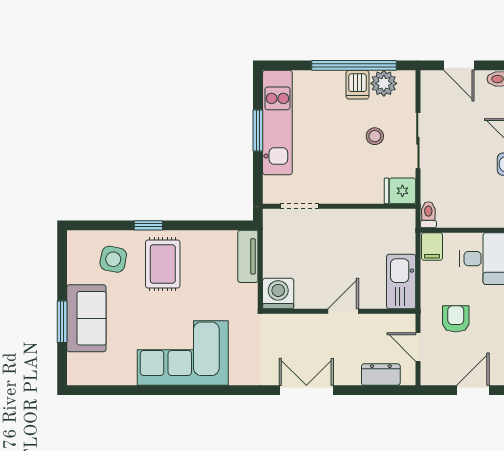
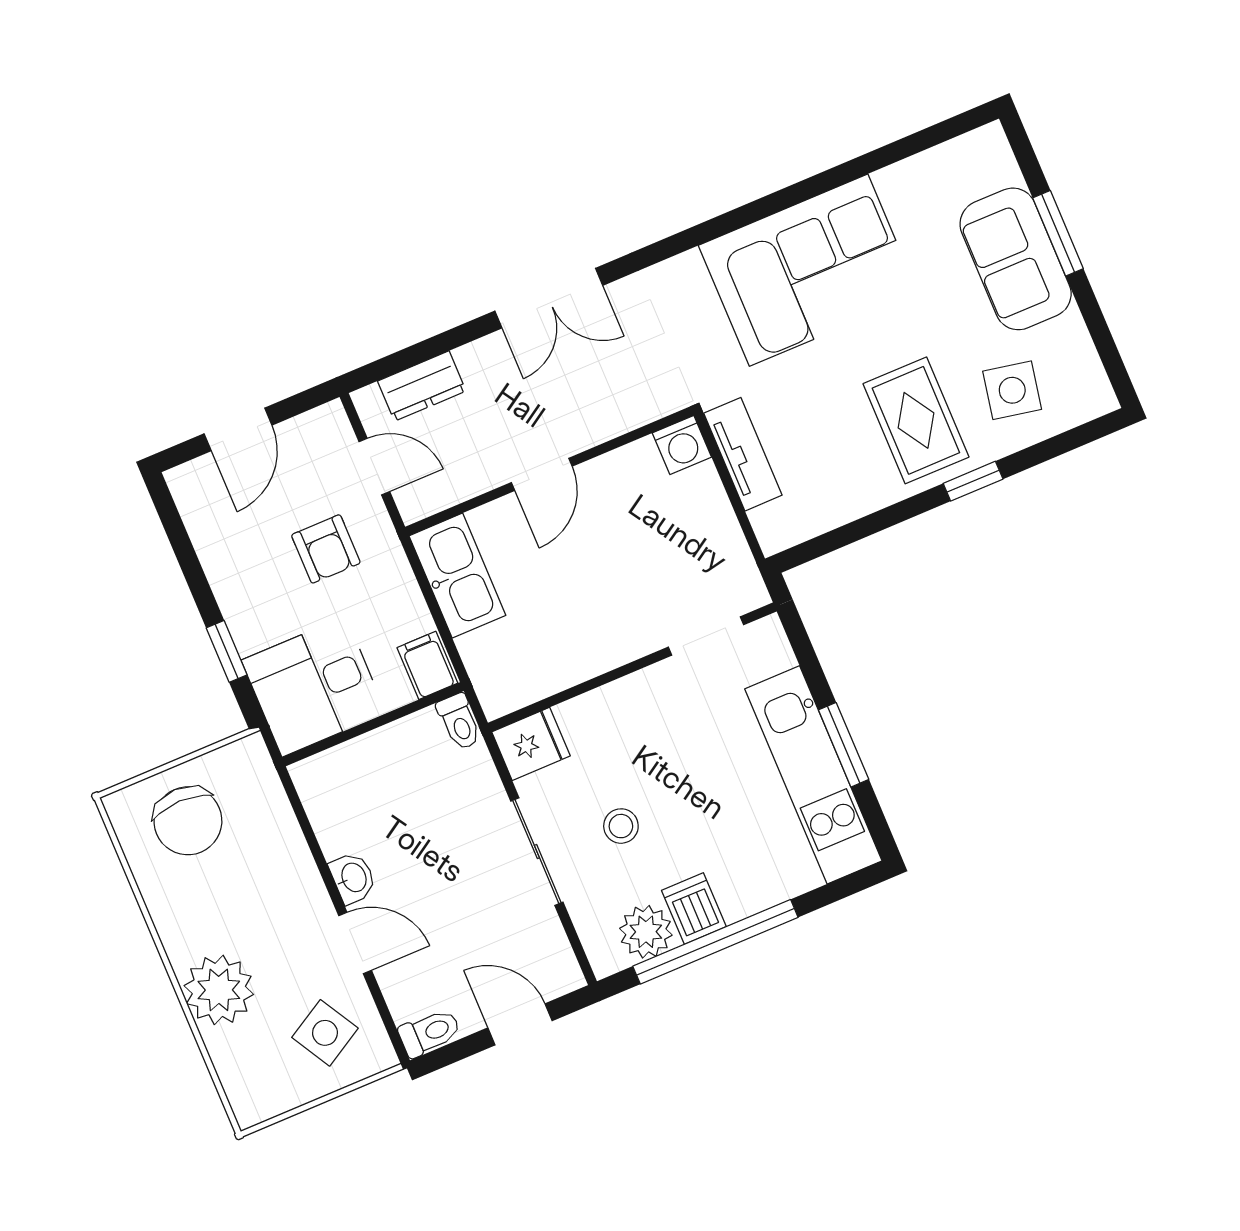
tv unit: (248, 256) -> (743, 454), moved
washing machine: (278, 294) -> (682, 445), width x0.73, depth x0.73

